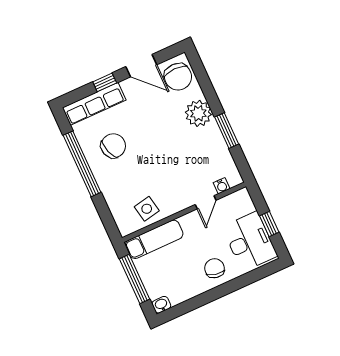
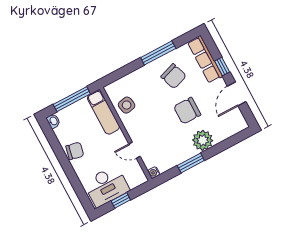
chair: (178, 77) -> (187, 111), moved
window: (82, 164) -> (158, 53), width x0.68
water cooler: (222, 186) -> (154, 173), moved
chair: (215, 268) -> (75, 151), moved

